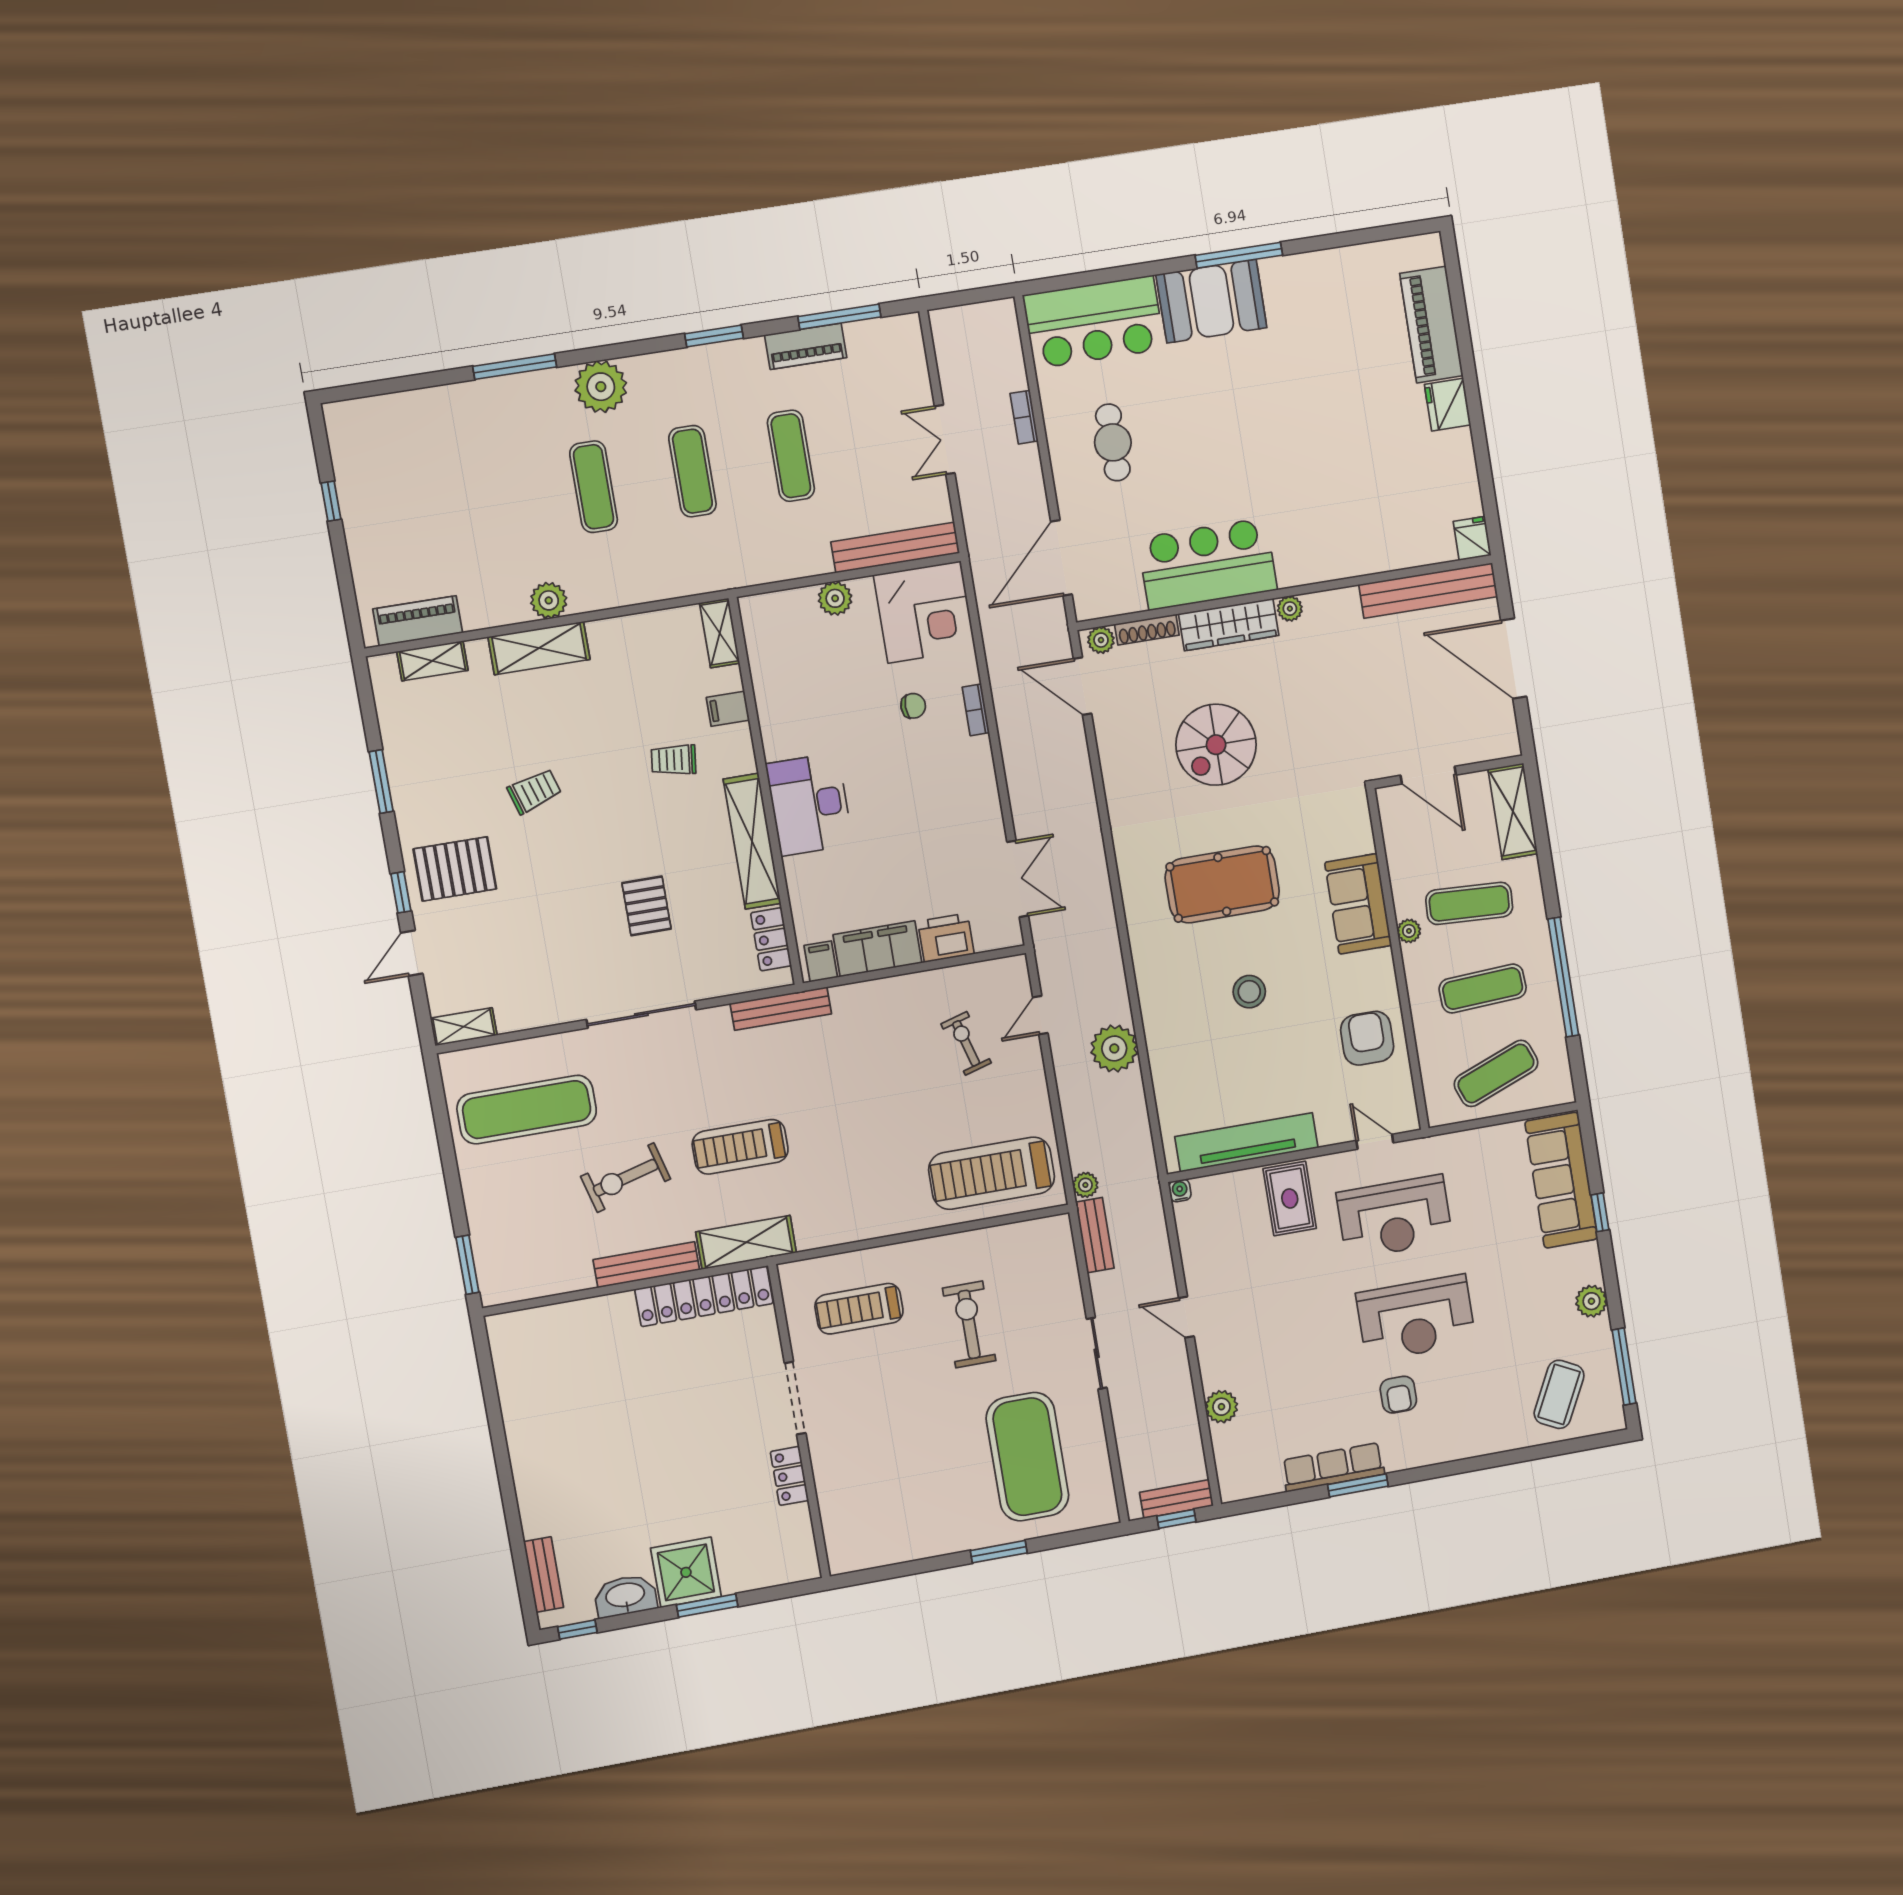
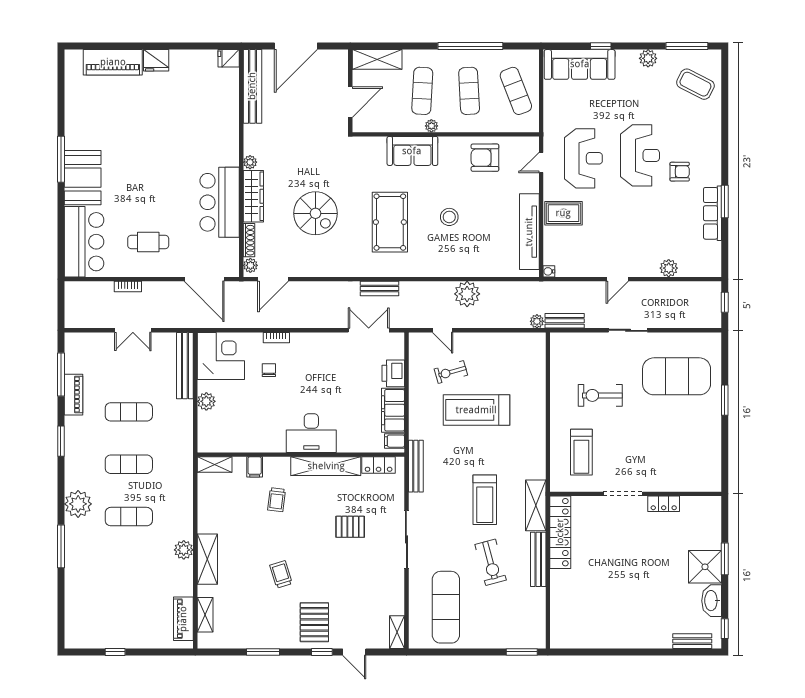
treadmill: (992, 1173) -> (476, 410), moved, turned 90
bench: (1176, 1499) -> (380, 288), moved, turned 90

